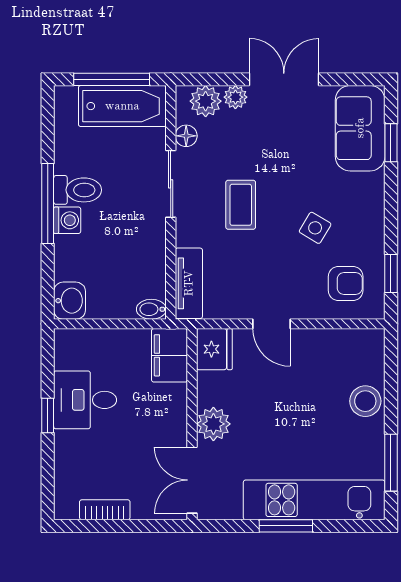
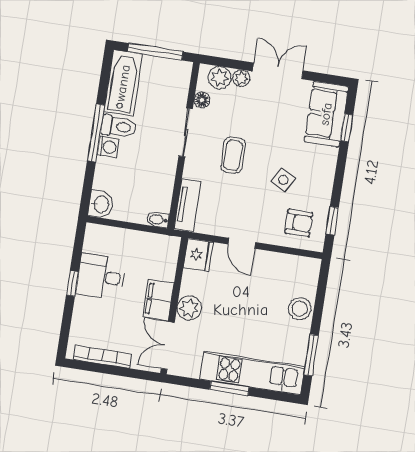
bathtub: (122, 106) -> (123, 83), moved, turned -90
filing cabinet: (170, 355) -> (159, 300), moved
bookcase: (105, 510) -> (102, 357), width x1.56

